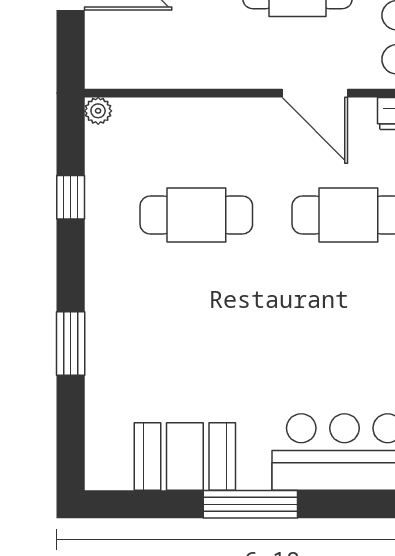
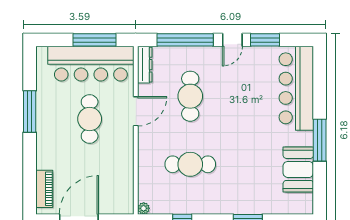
cafe table: (196, 215) -> (190, 164), turned 90

